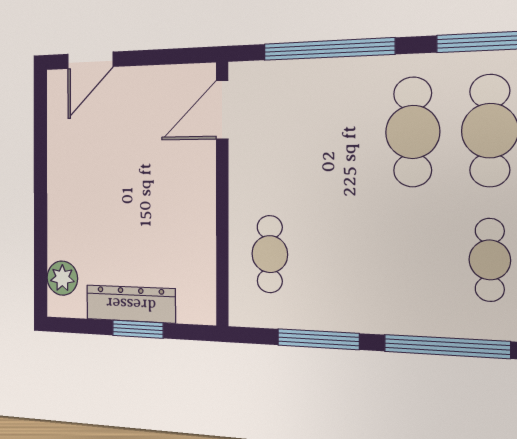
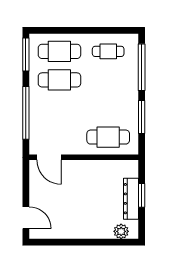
cafe table: (270, 254) -> (108, 137), width x1.37, depth x1.35

